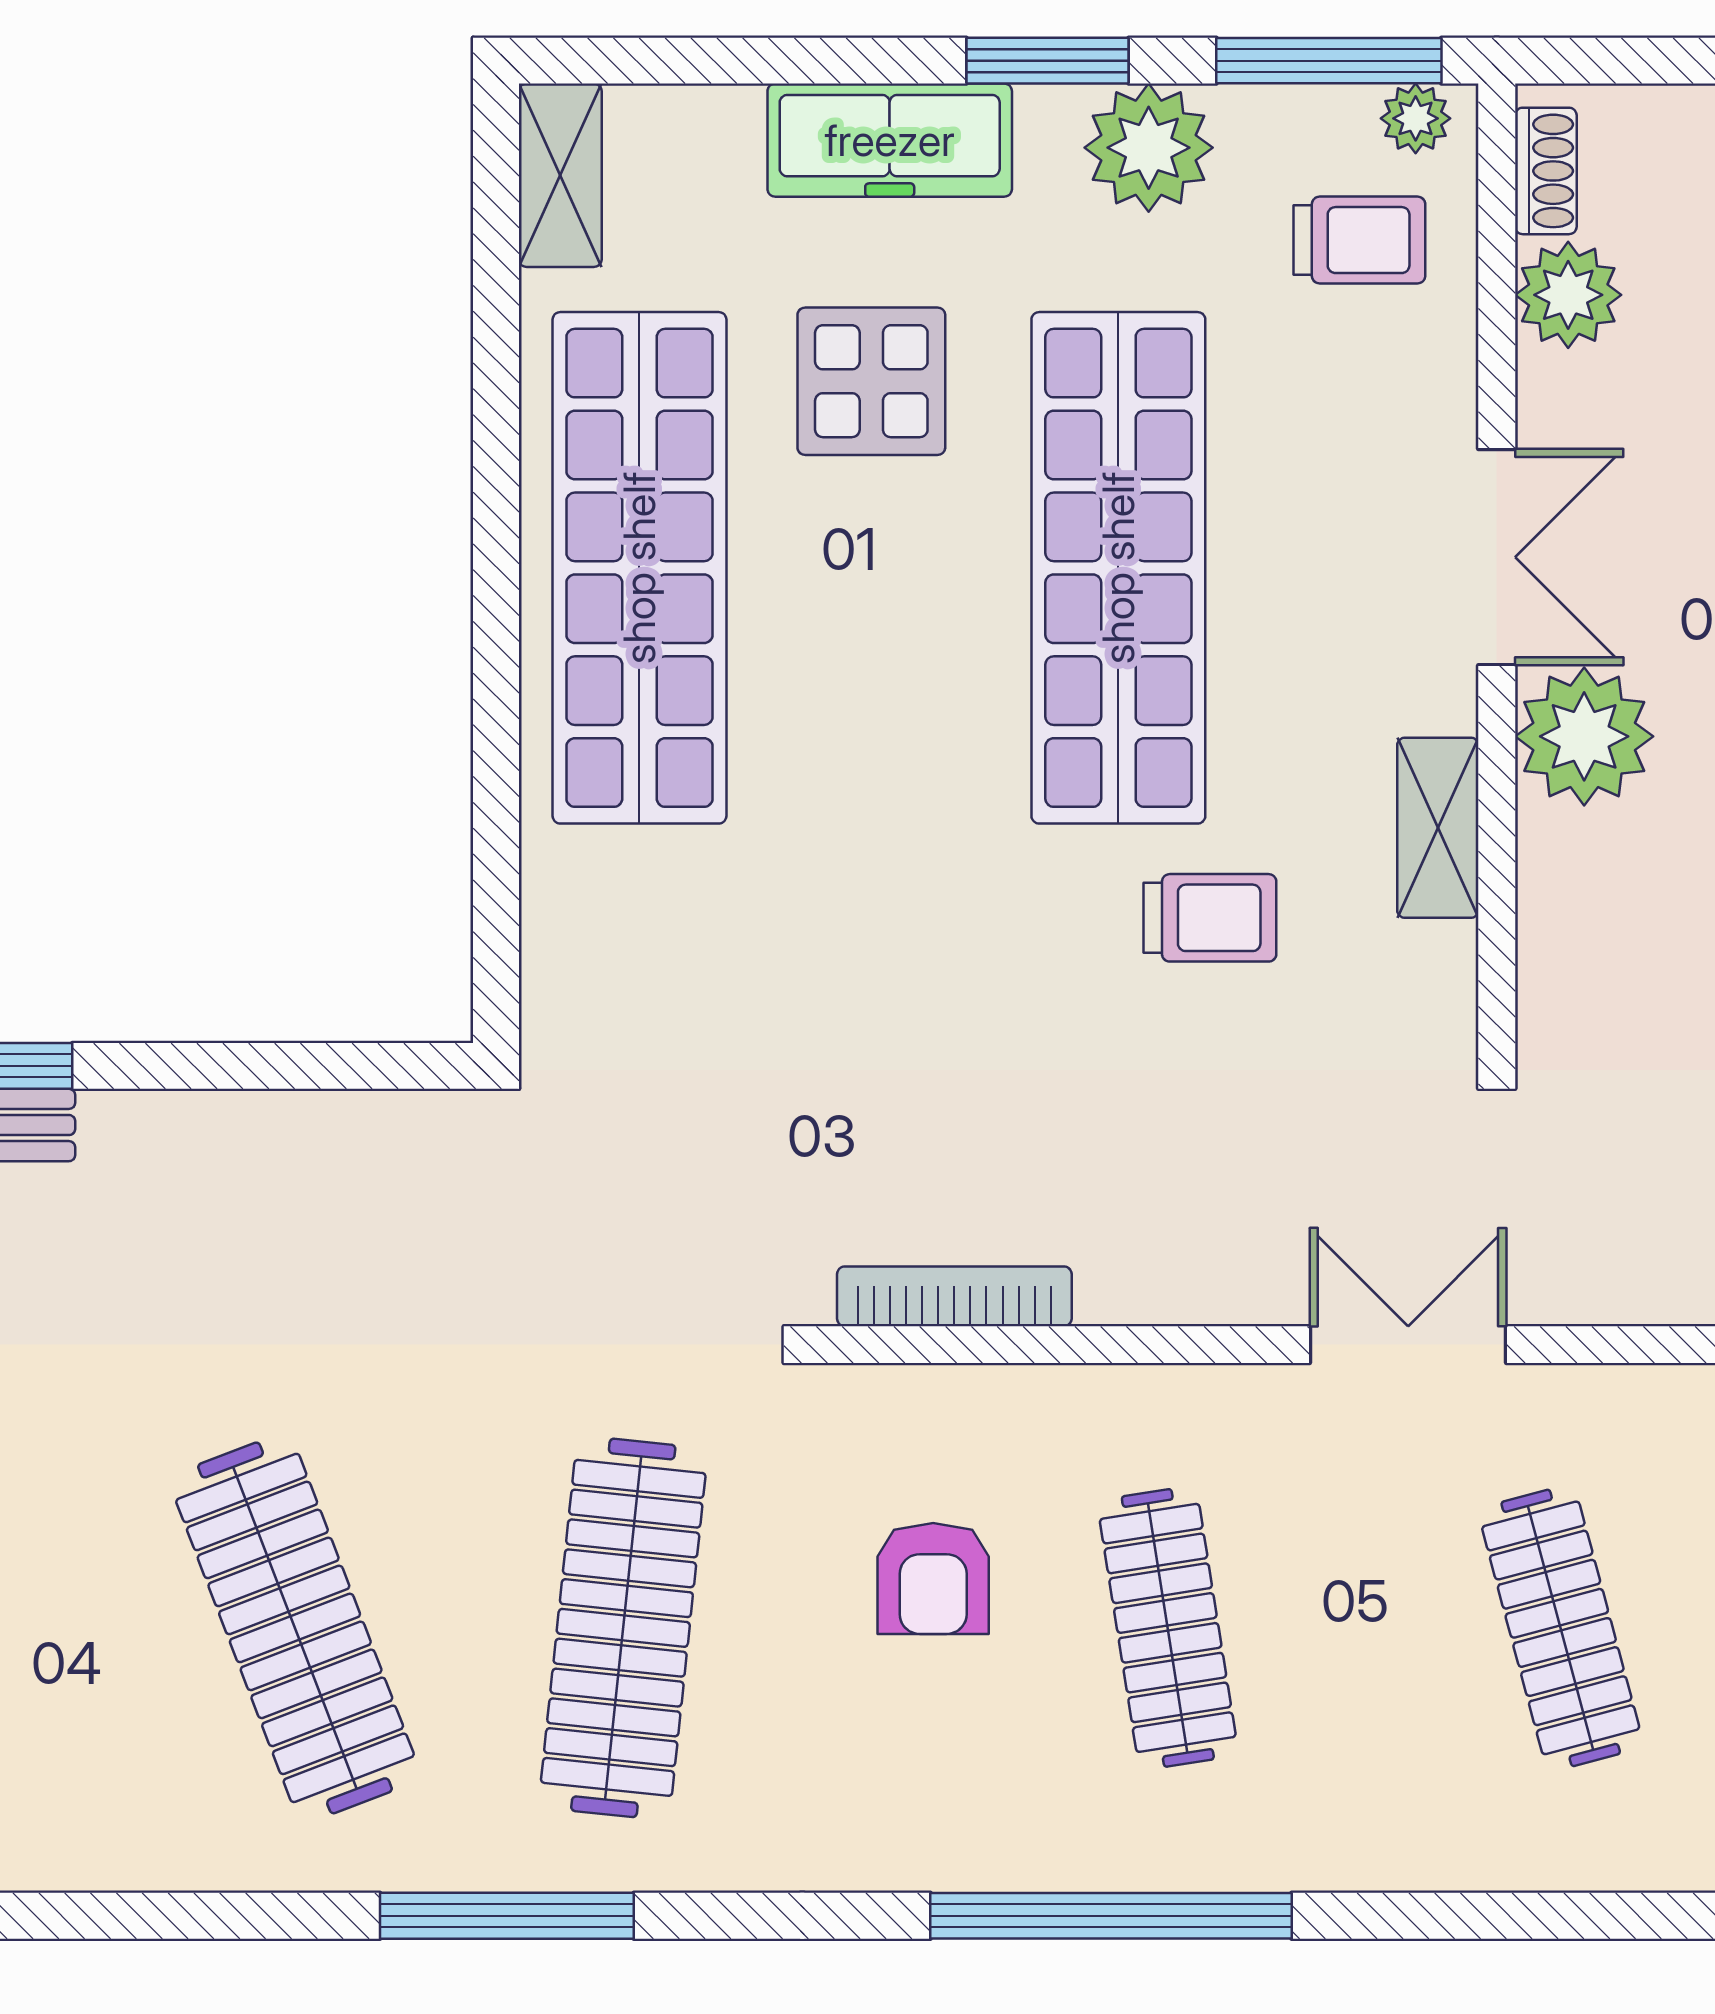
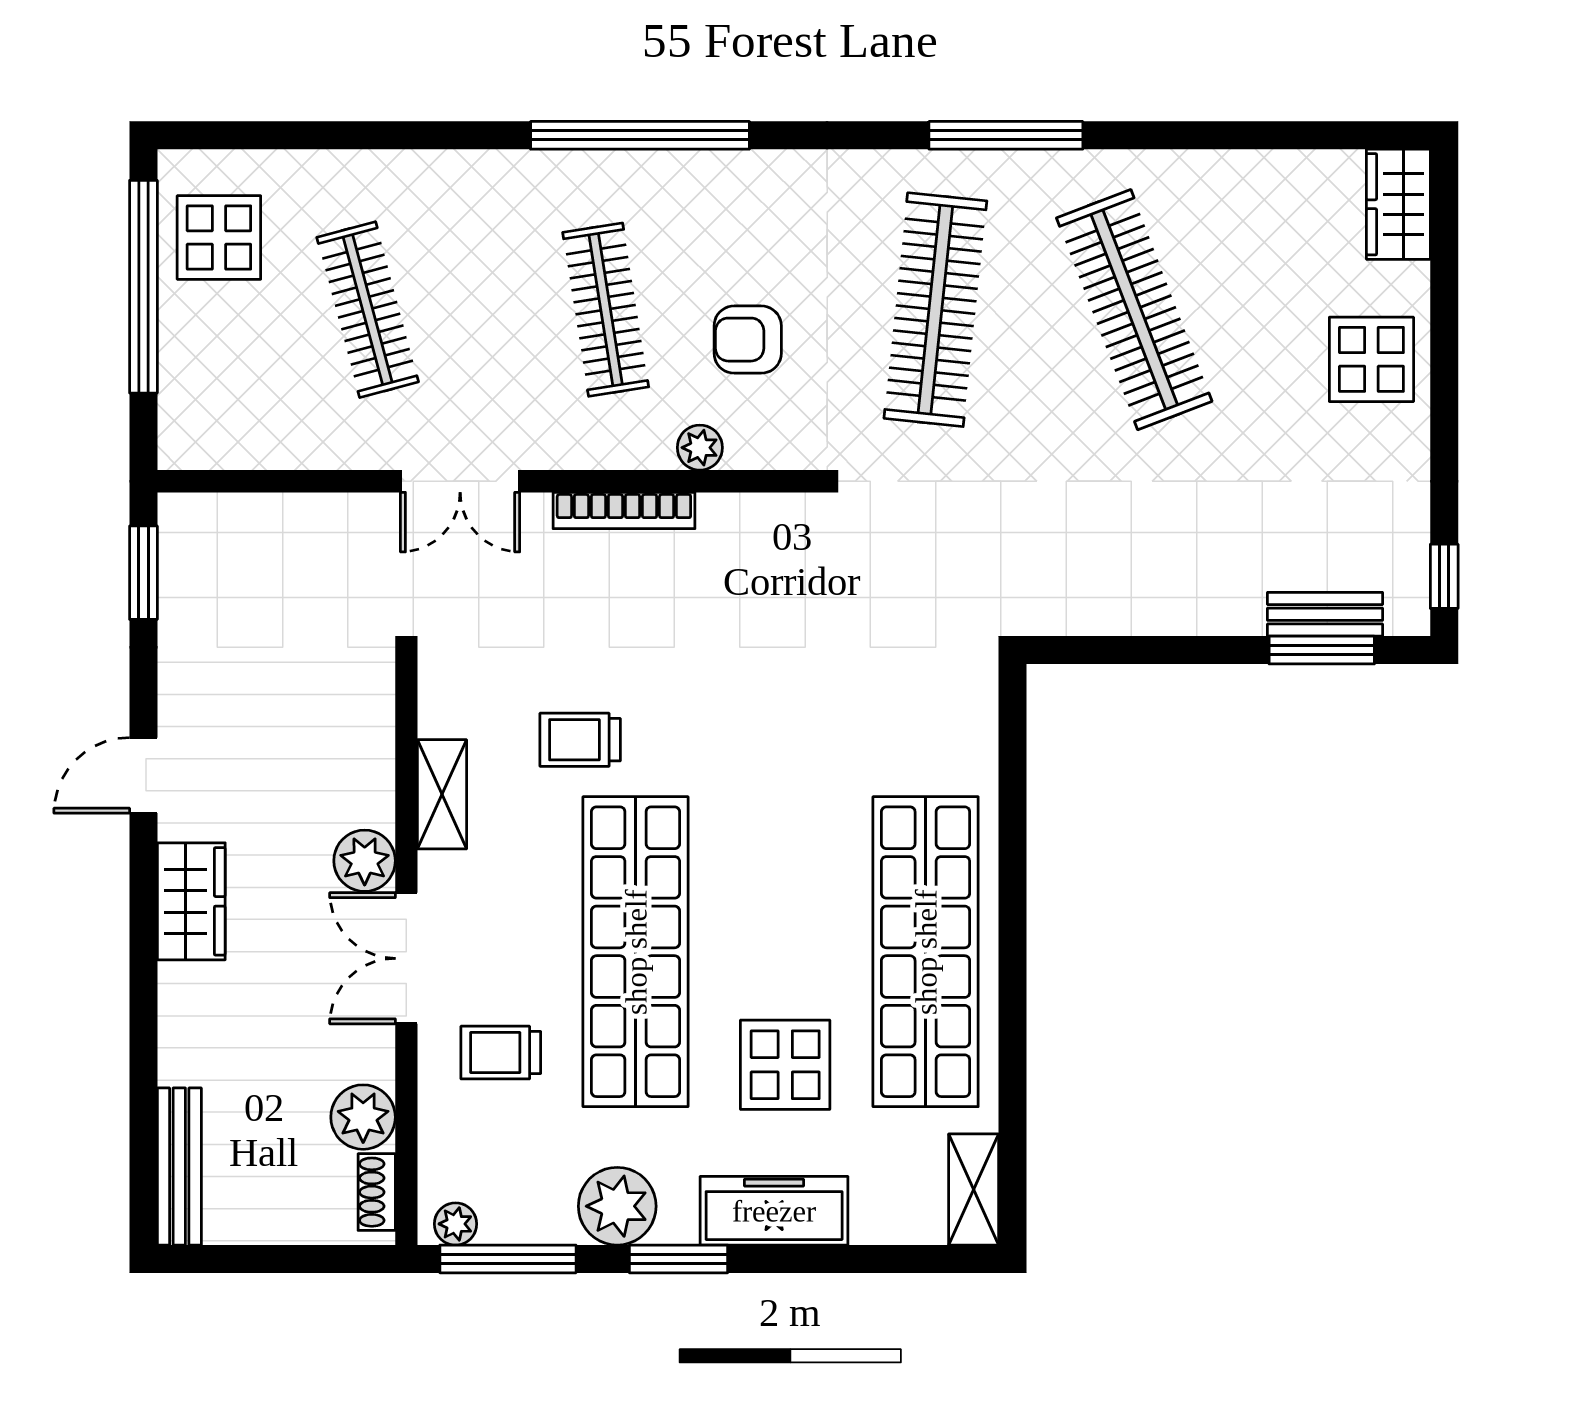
trolley: (1359, 240) -> (501, 1053), moved
plant: (1584, 736) -> (365, 861), width x0.73, depth x0.73
bookcase: (954, 1296) -> (624, 510), moved
plant: (1012, 1400) -> (700, 448), added
armchair: (933, 1579) -> (748, 340), turned -90

